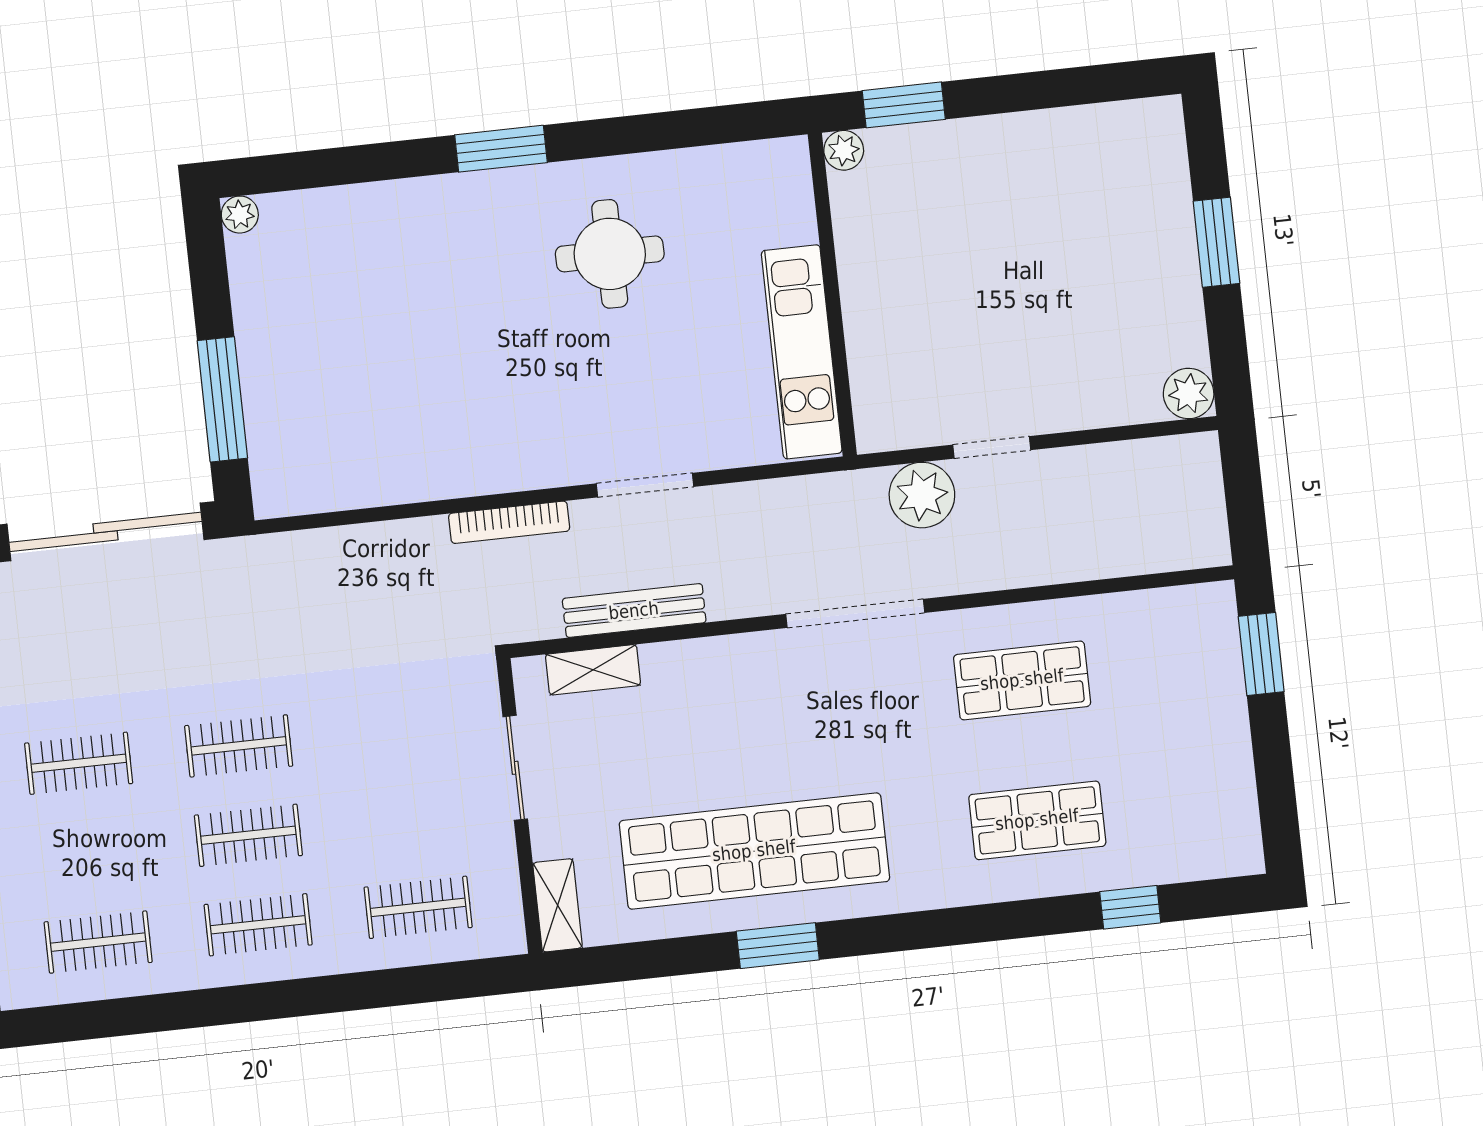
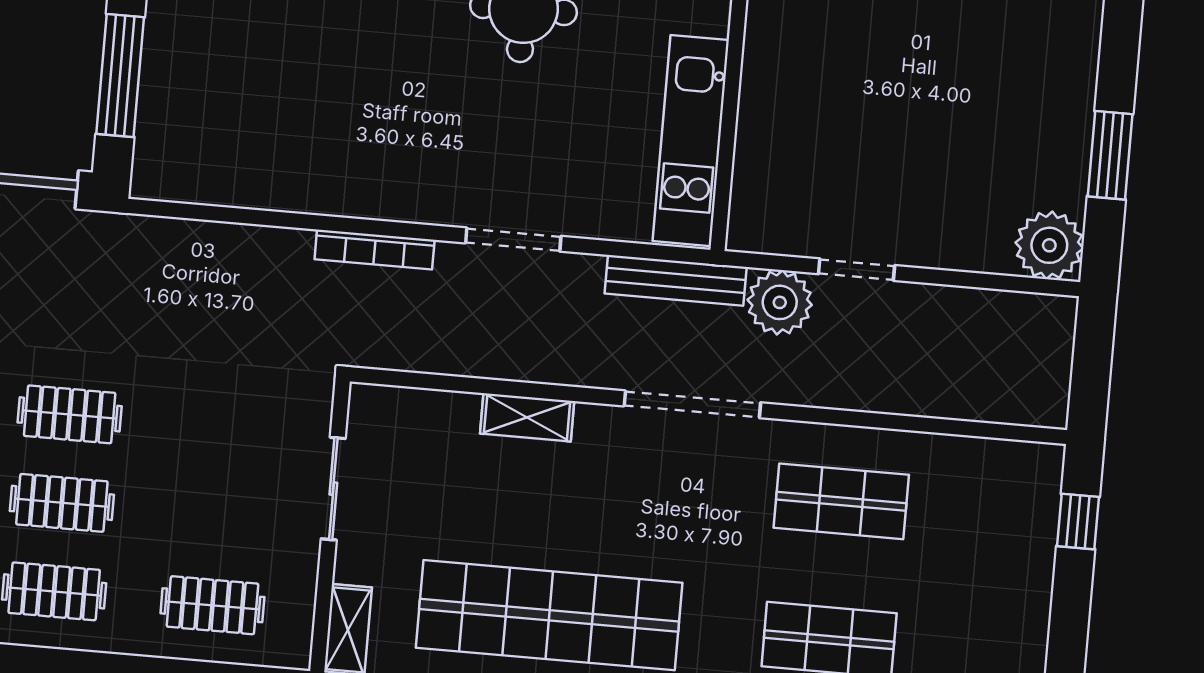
window: (1216, 242) -> (1110, 155), moved
plant: (1189, 393) -> (1049, 245), width x1.36, depth x1.36
bench: (634, 611) -> (676, 280), moved
window: (1261, 654) -> (1078, 521), width x0.67
shelving: (593, 670) -> (527, 417), moved

